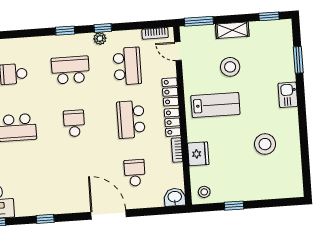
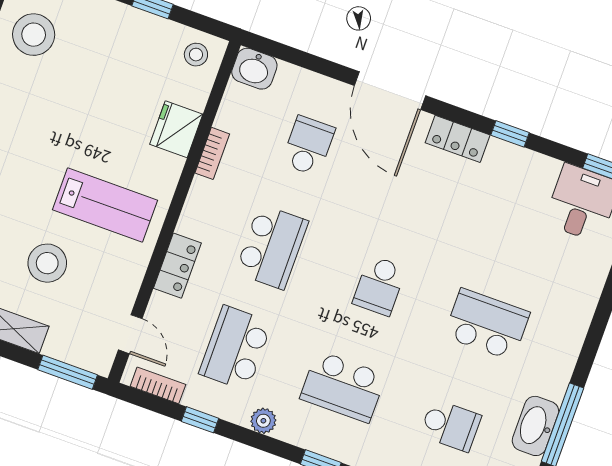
window: (103, 28) -> (200, 420), moved
lab bench: (215, 105) -> (105, 205), turned 180
locker: (172, 122) -> (458, 139), moved, turned 90
stool: (265, 144) -> (34, 35), moved
school desk: (135, 173) -> (308, 146), turned 180

